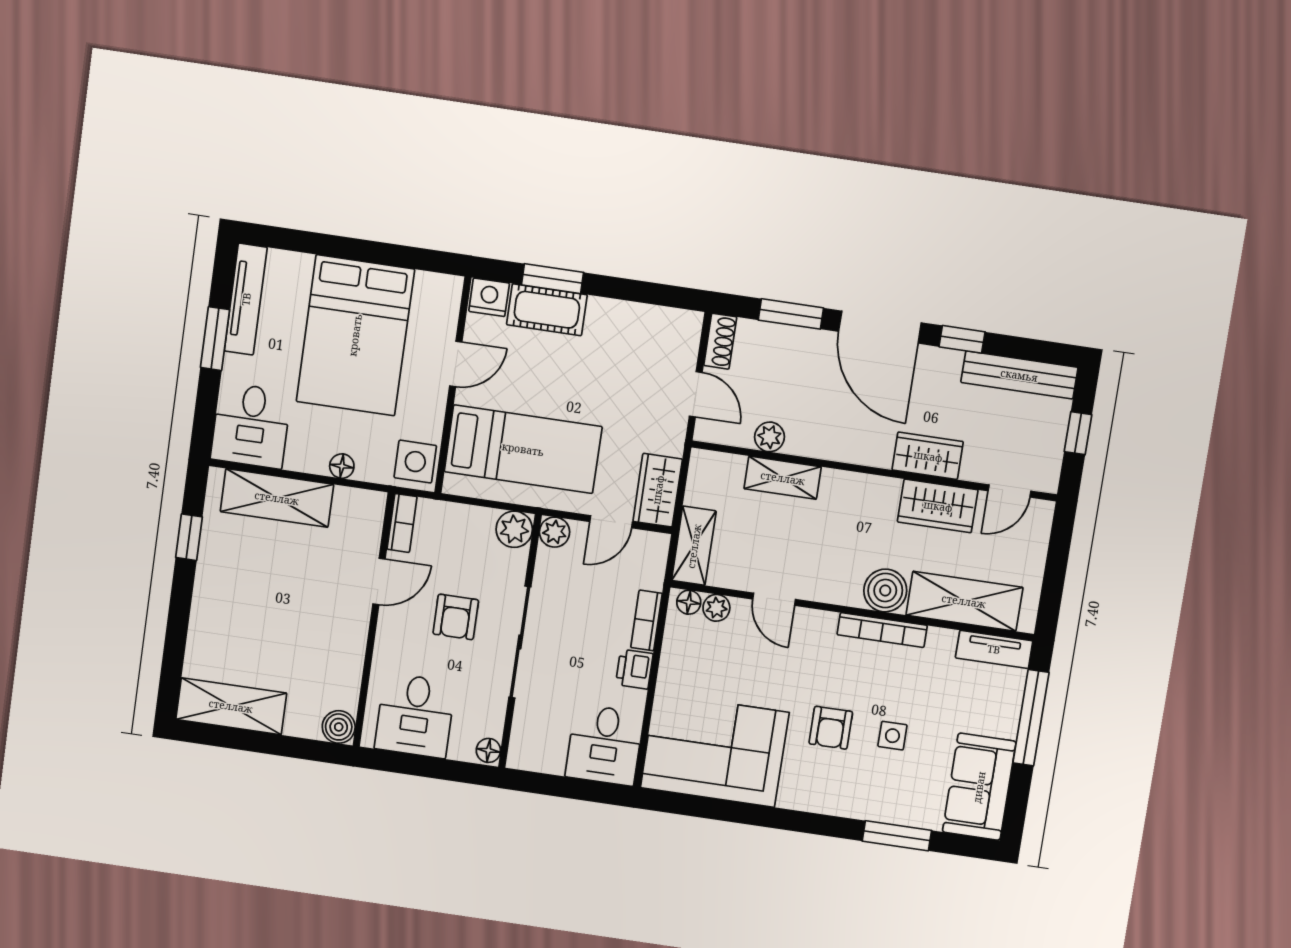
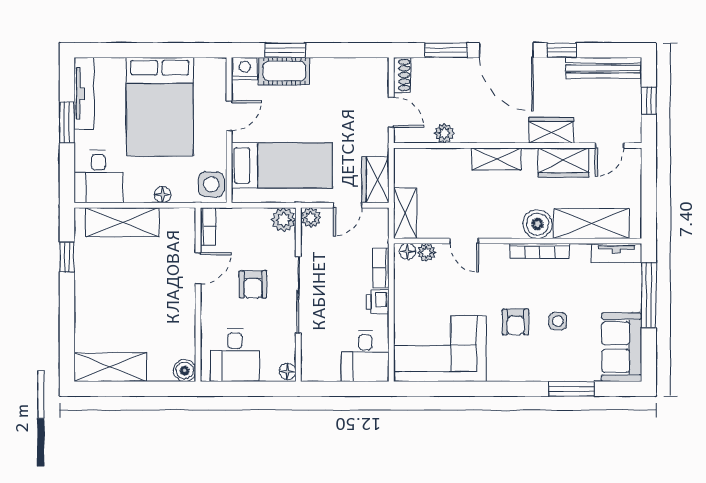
shelving: (783, 478) -> (496, 159), moved

